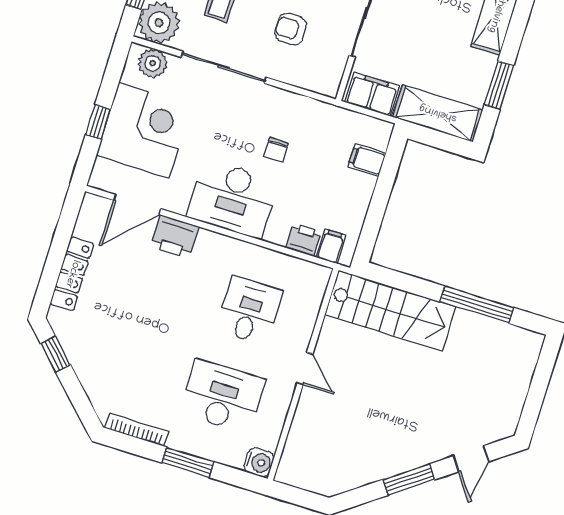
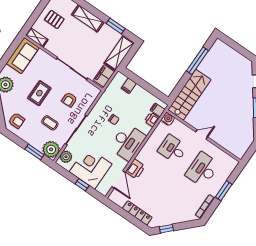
water cooler: (259, 462) -> (168, 119), moved

